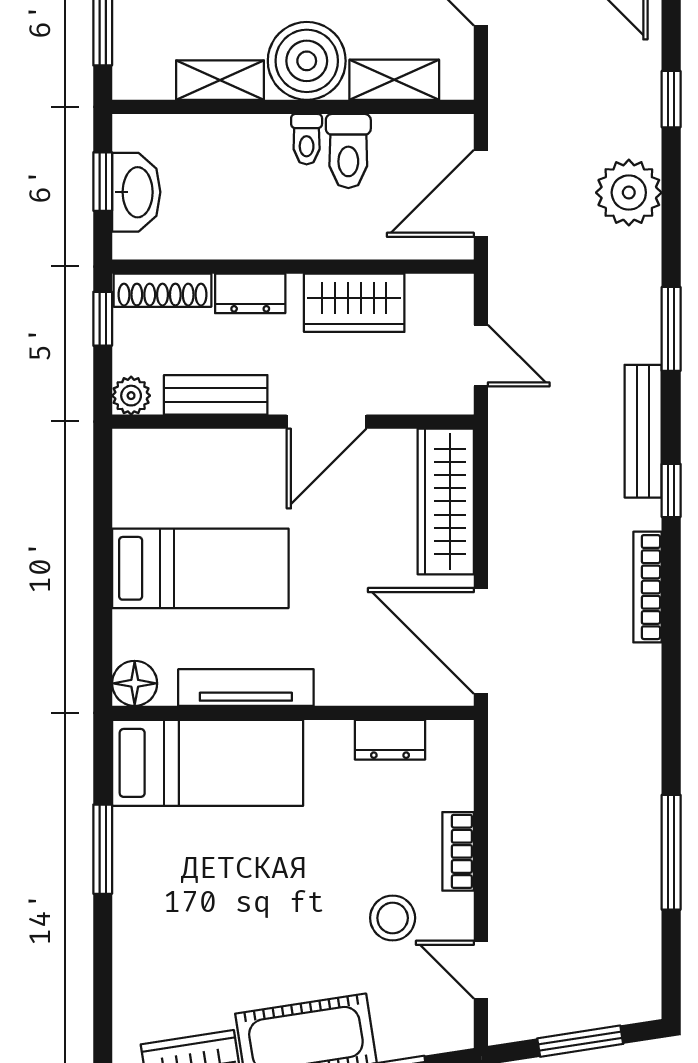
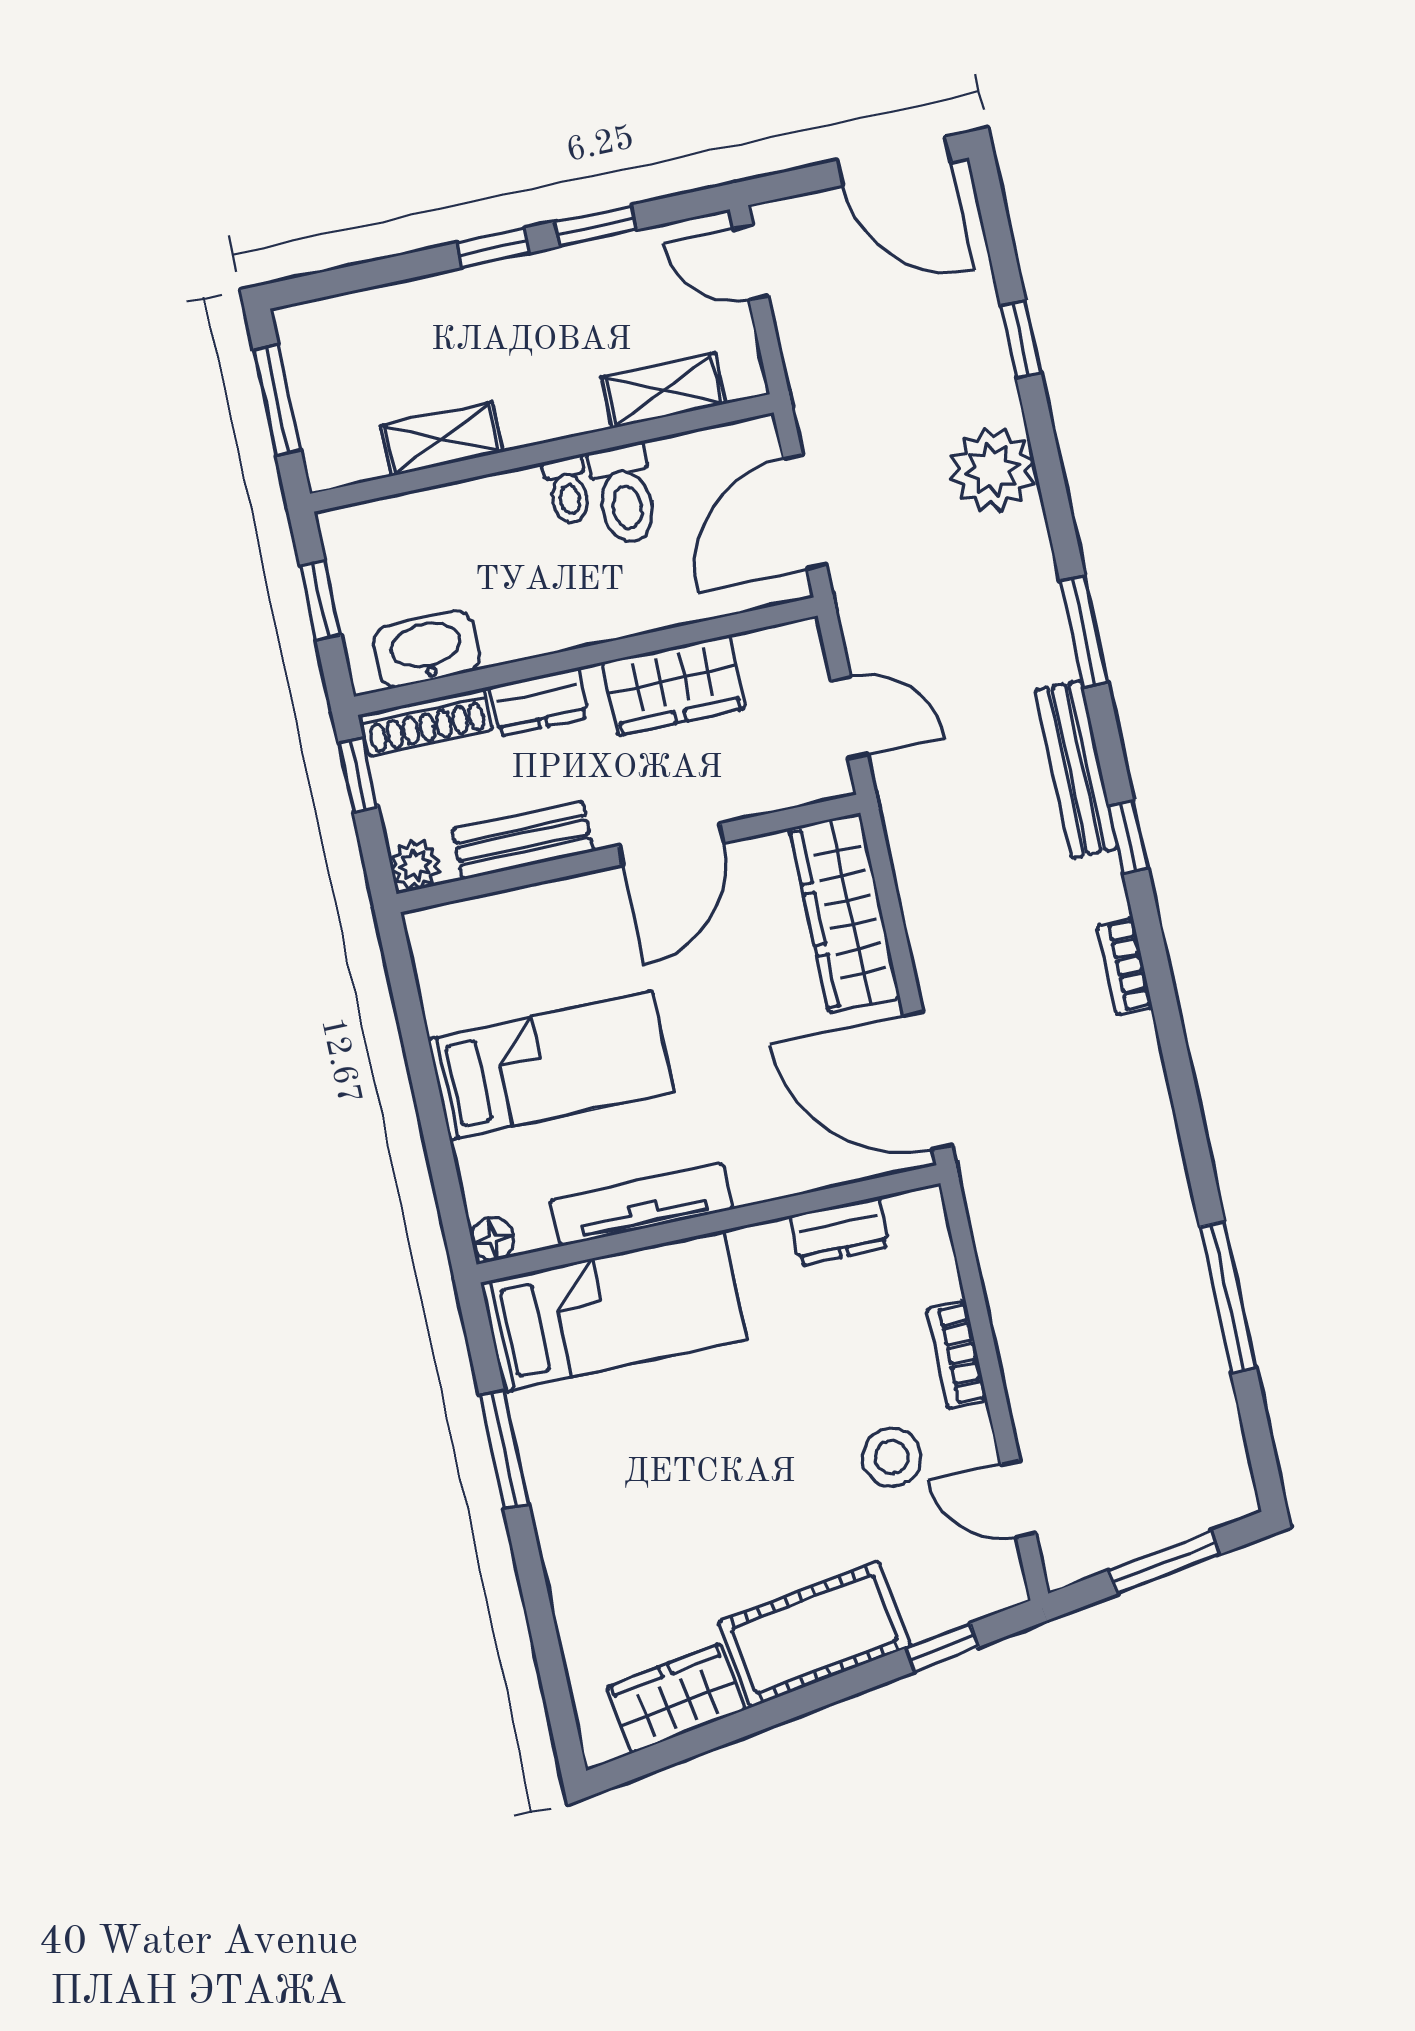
boiler: (307, 61) -> (547, 391), removed
washbasin: (136, 192) -> (427, 649), moved, turned -90
bookcase: (648, 587) -> (1125, 966), width x0.64
floor lamp: (135, 683) -> (493, 1239), width x0.73, depth x0.73

